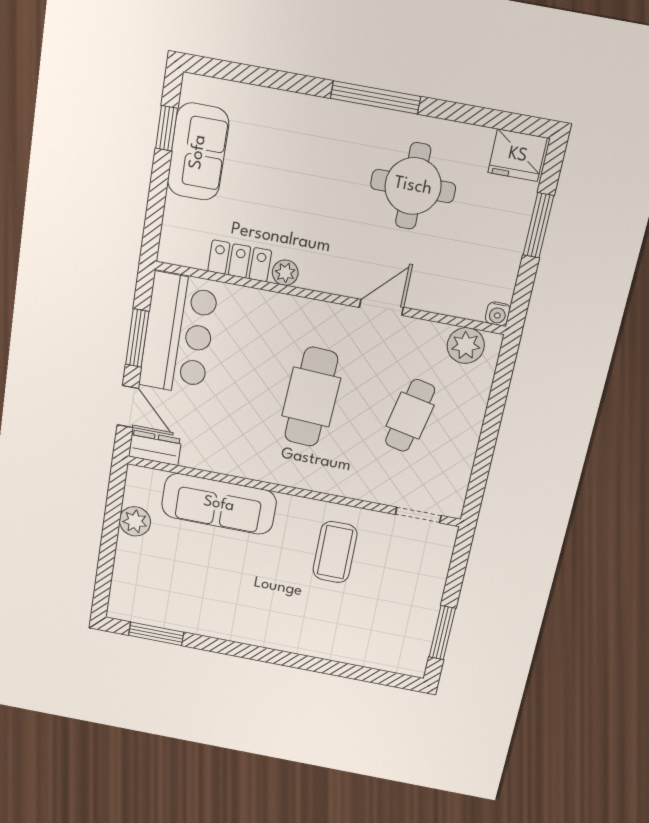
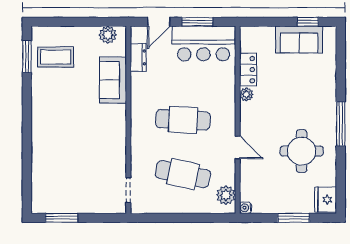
cafe table: (410, 416) -> (183, 174), width x1.37, depth x1.35
dresser: (155, 448) -> (138, 57), moved
sofa: (219, 504) -> (113, 80), width x0.73
plant: (135, 521) -> (108, 35), moved
coffee table: (335, 552) -> (56, 57), moved

